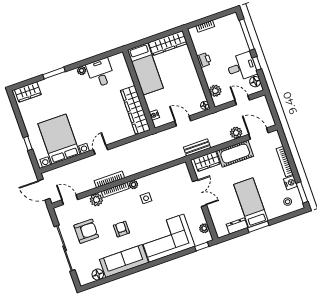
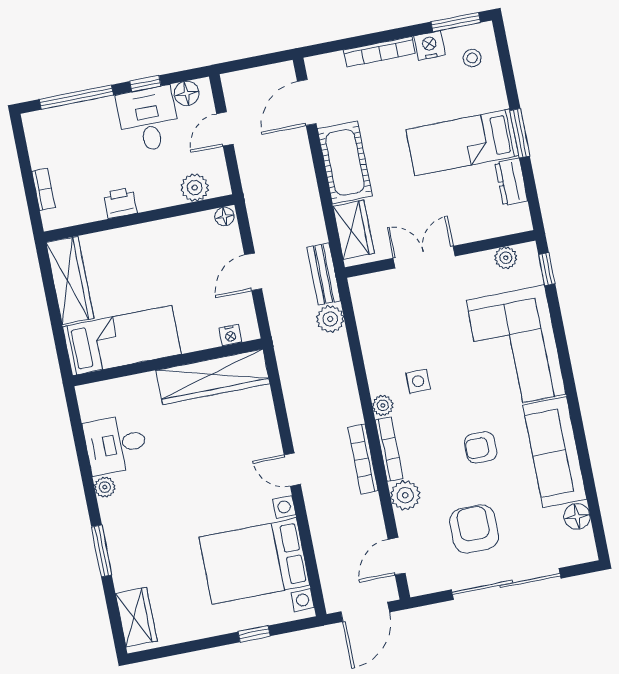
plant: (236, 133) -> (330, 319), moved
bench: (197, 148) -> (324, 274), moved

